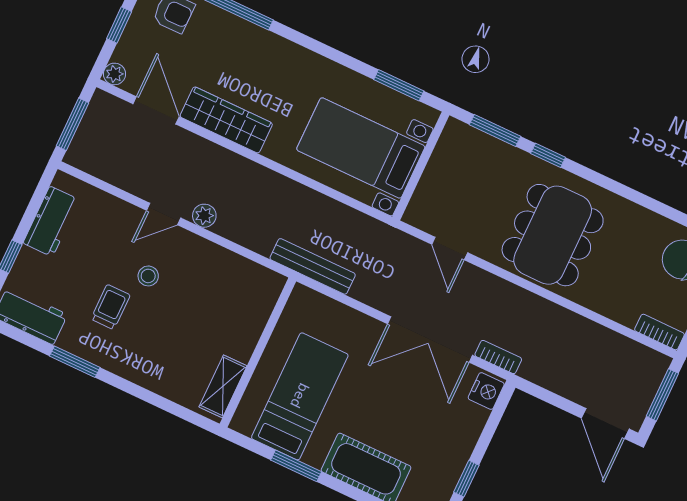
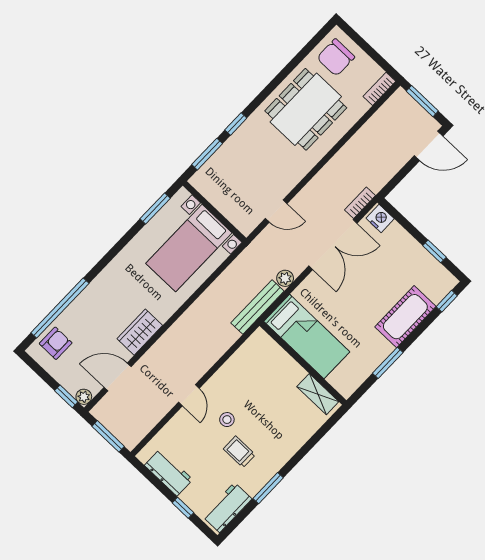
window: (119, 25) -> (66, 396), moved
wardrobe: (226, 120) -> (140, 332), width x0.67
plant: (204, 216) -> (285, 278), moved
dining table: (553, 235) -> (306, 109), moved, turned 90
bed: (300, 396) -> (307, 337), moved, turned 180

